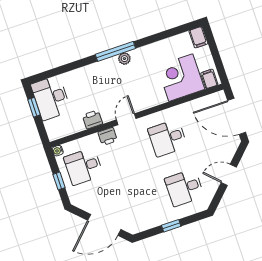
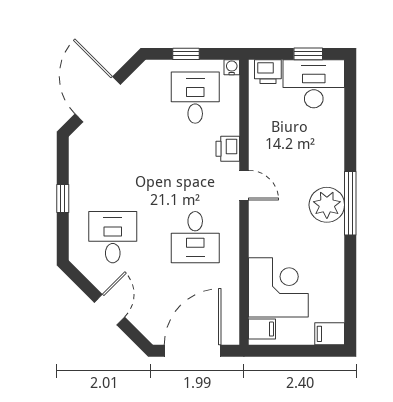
plant: (124, 59) -> (327, 205), width x1.88, depth x1.88
printer: (92, 119) -> (268, 72), moved, turned 90
desk: (168, 138) -> (195, 237), turned 180

